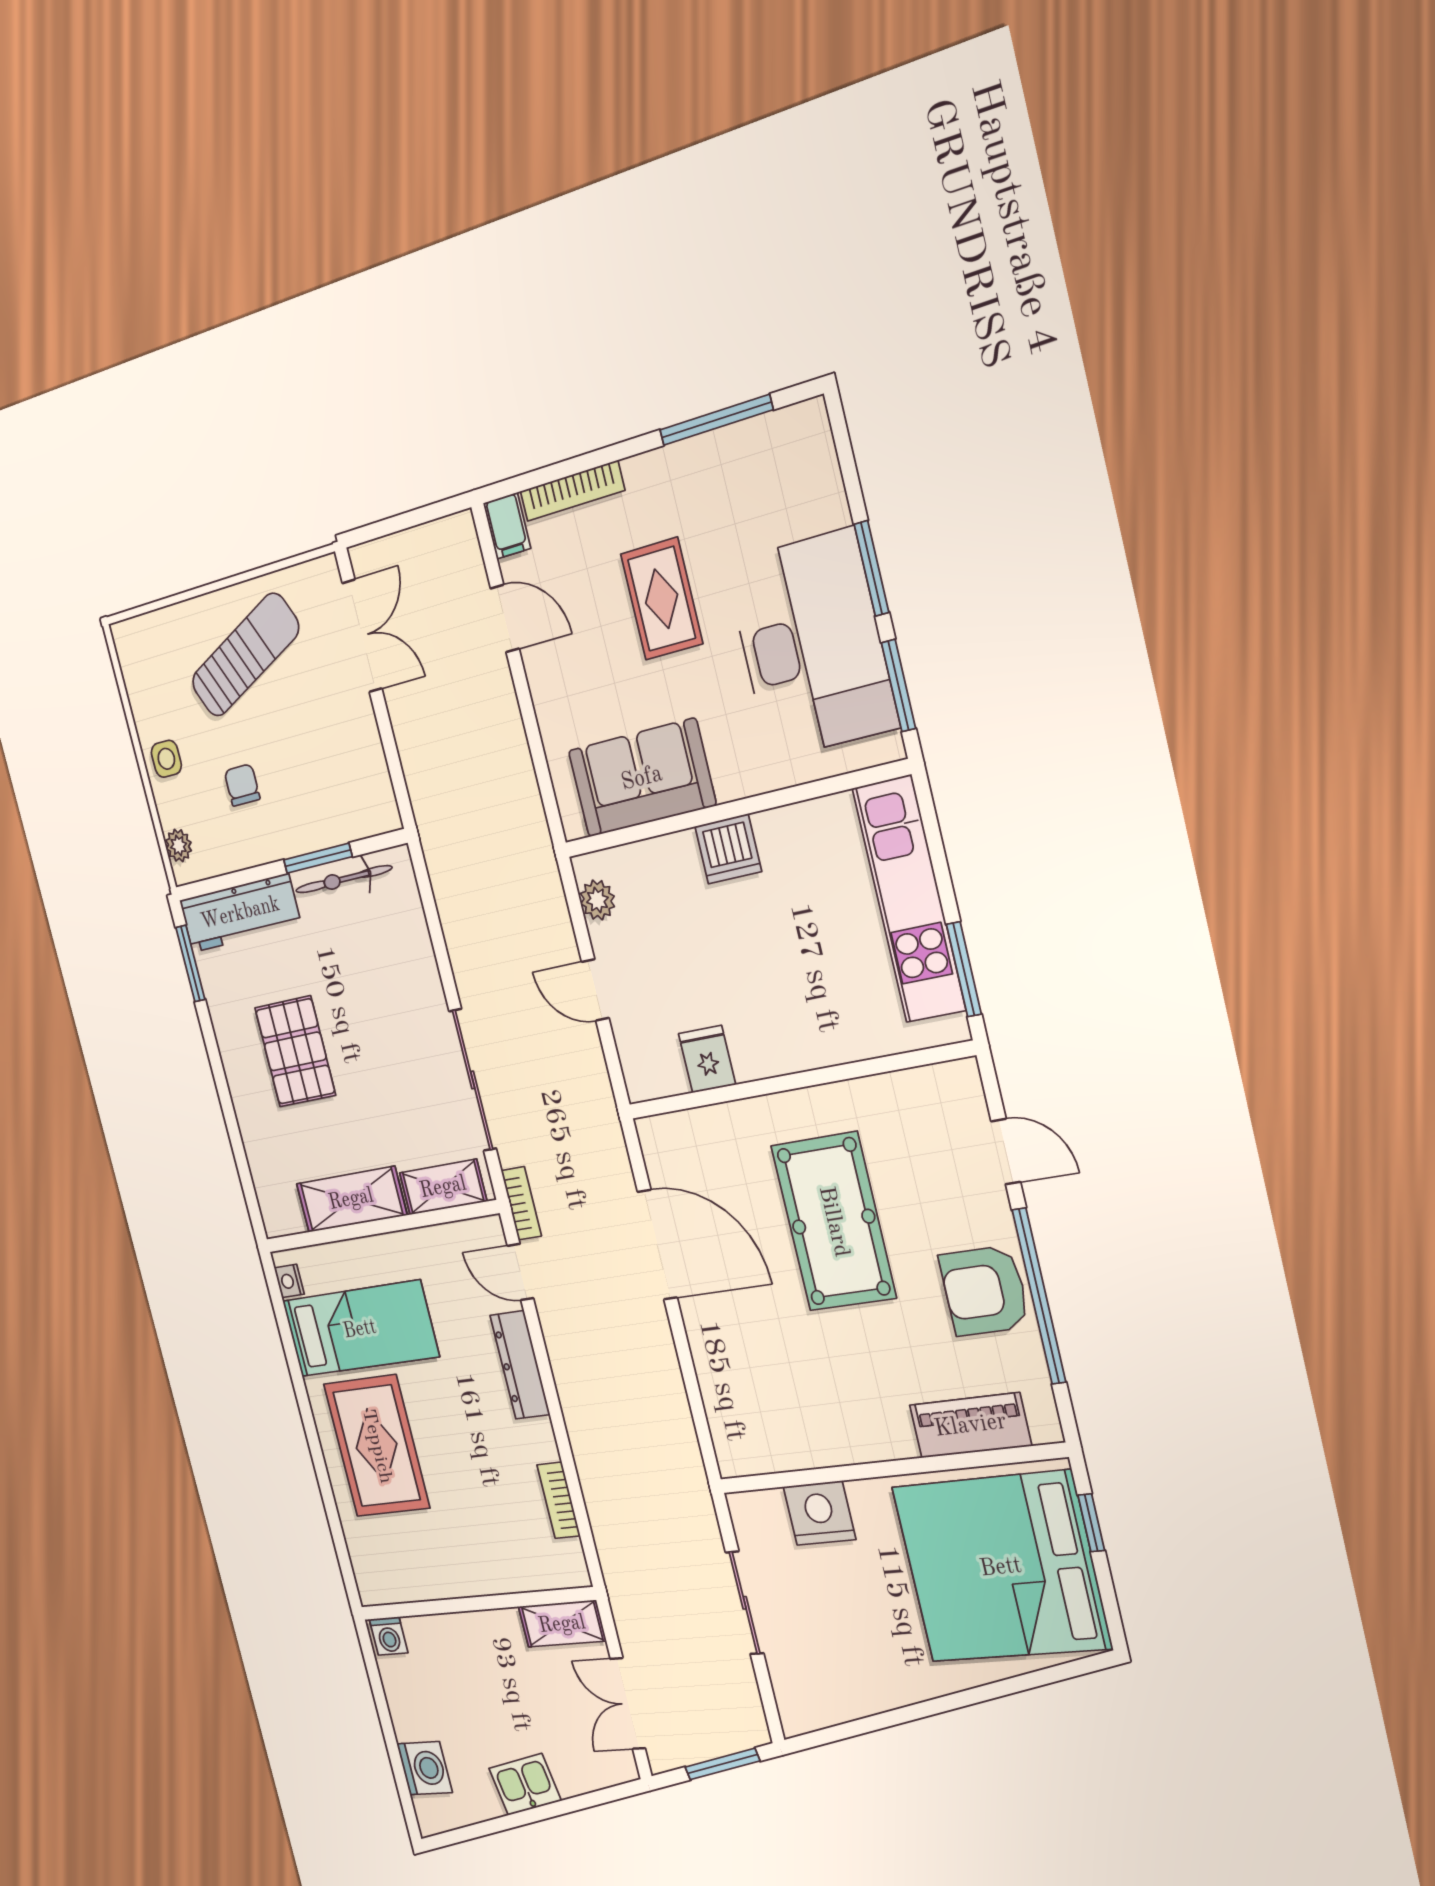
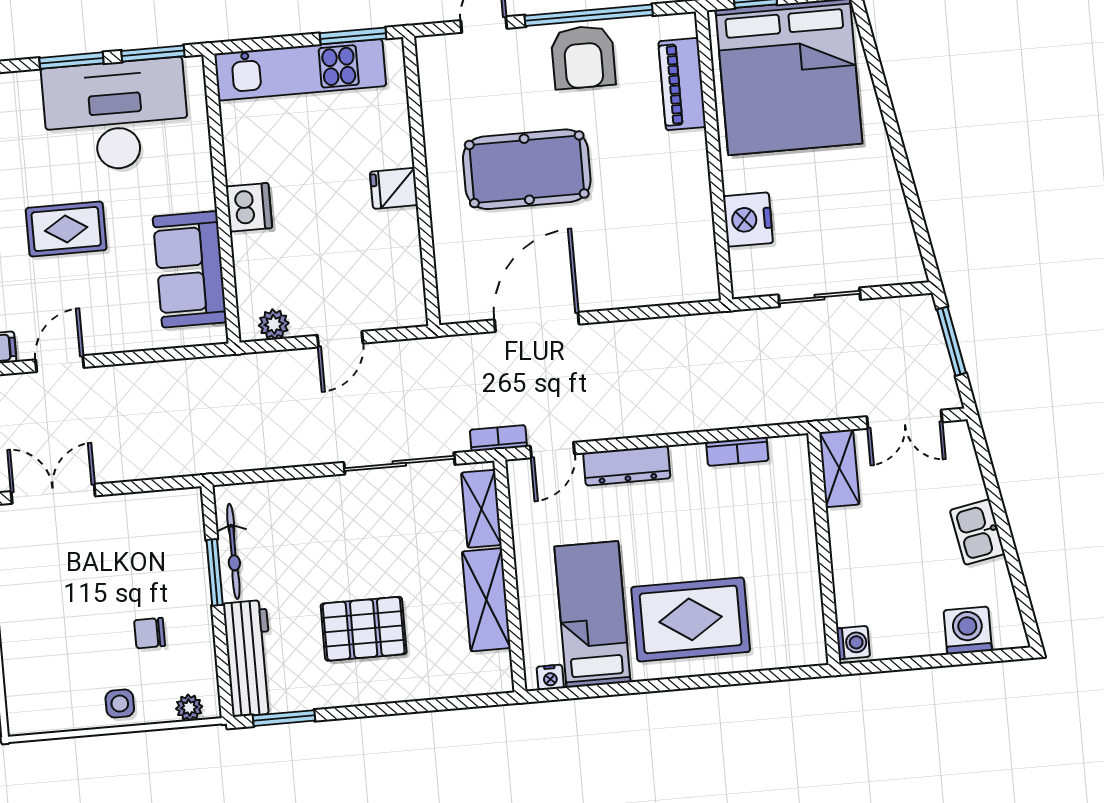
sun lounger: (245, 655) -> (51, 607), removed
fridge: (707, 1059) -> (394, 188), moved

